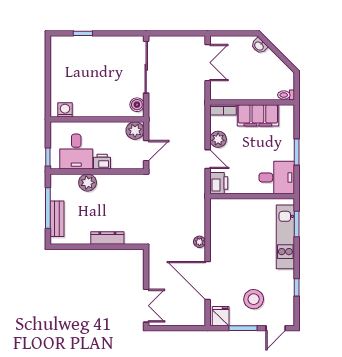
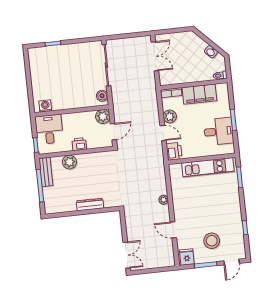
washbasin: (259, 46) -> (211, 52), moved
desk: (76, 152) -> (49, 129), moved, turned 180
desk: (277, 177) -> (219, 131), moved
bench: (57, 219) -> (46, 172), moved
kitchen unit: (285, 237) -> (208, 167), moved, turned -90
door: (208, 280) -> (173, 230), width x0.53

